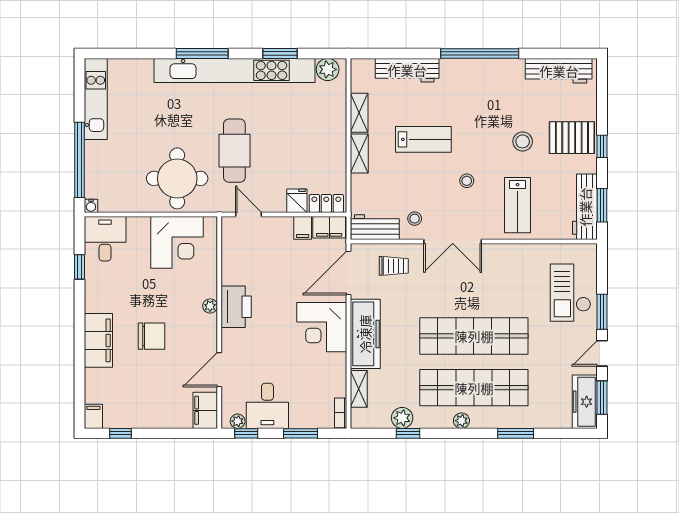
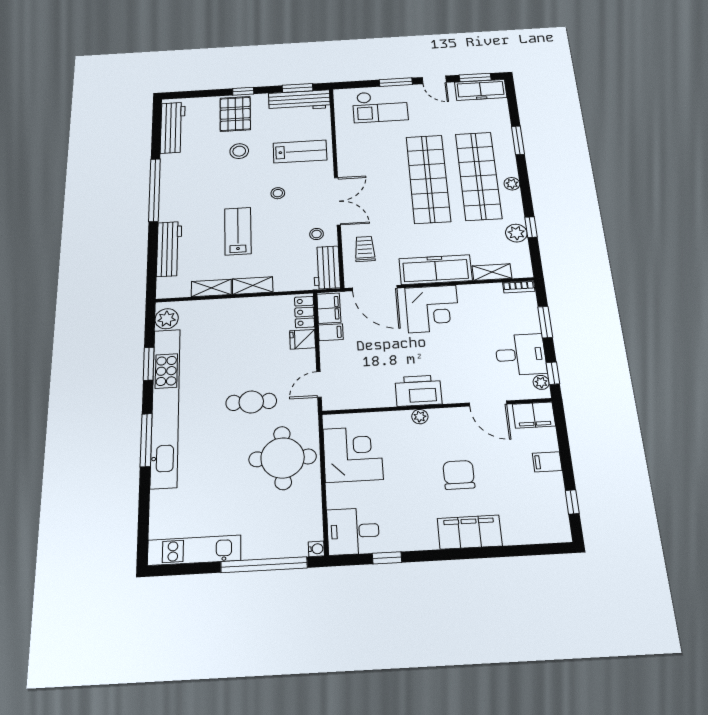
cafe table: (234, 151) -> (251, 402), width x0.73, depth x0.74
filing cabinet: (93, 416) -> (547, 462), moved

